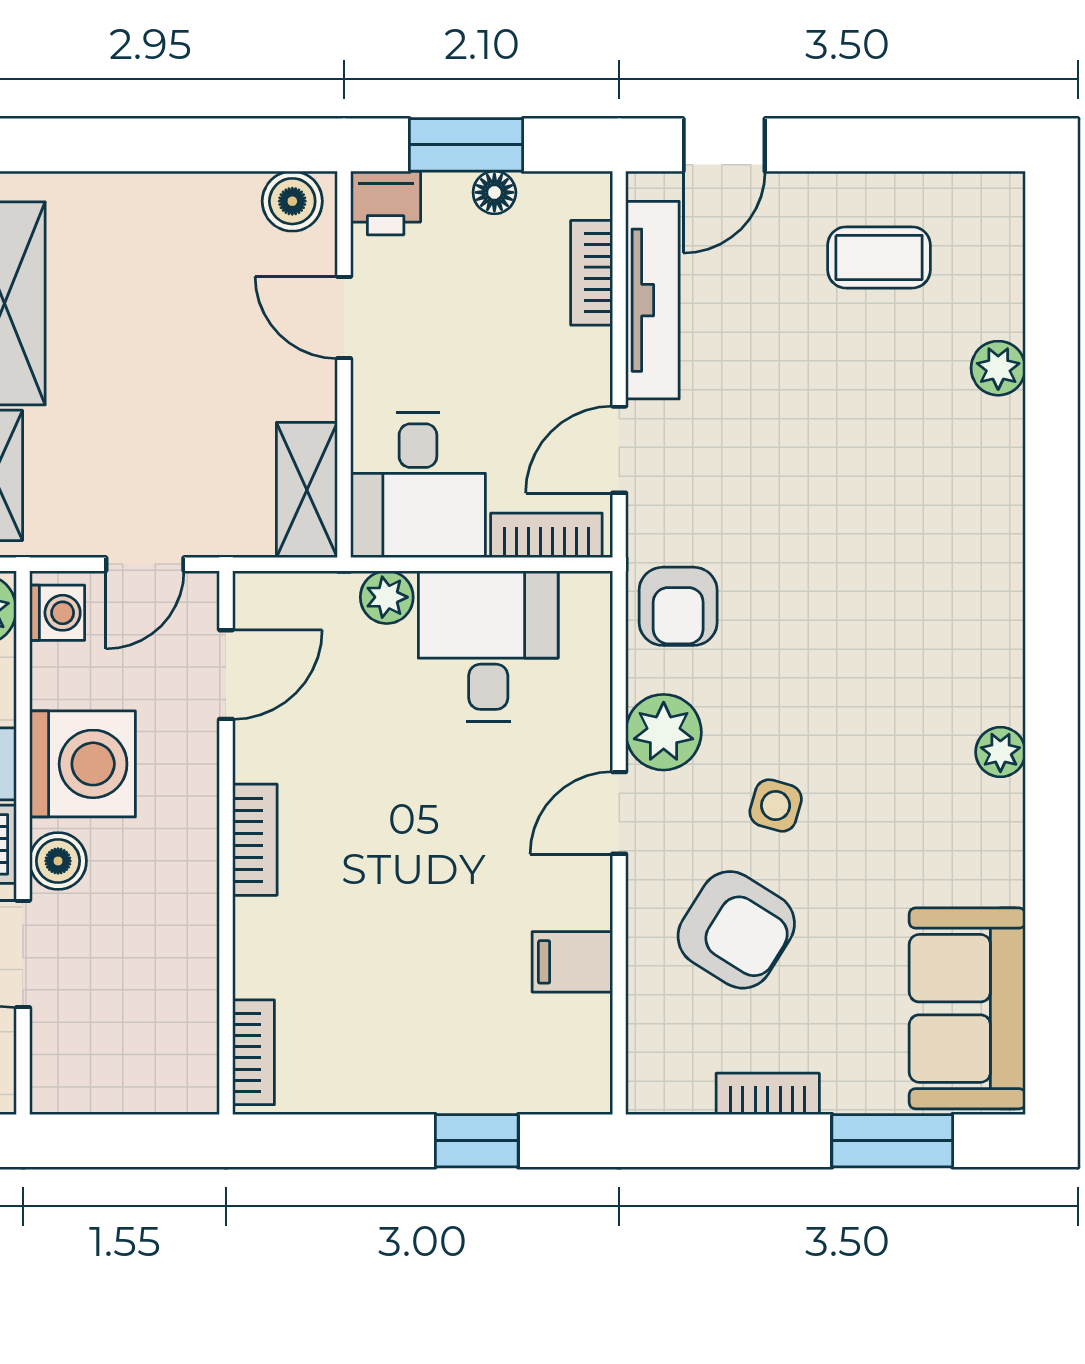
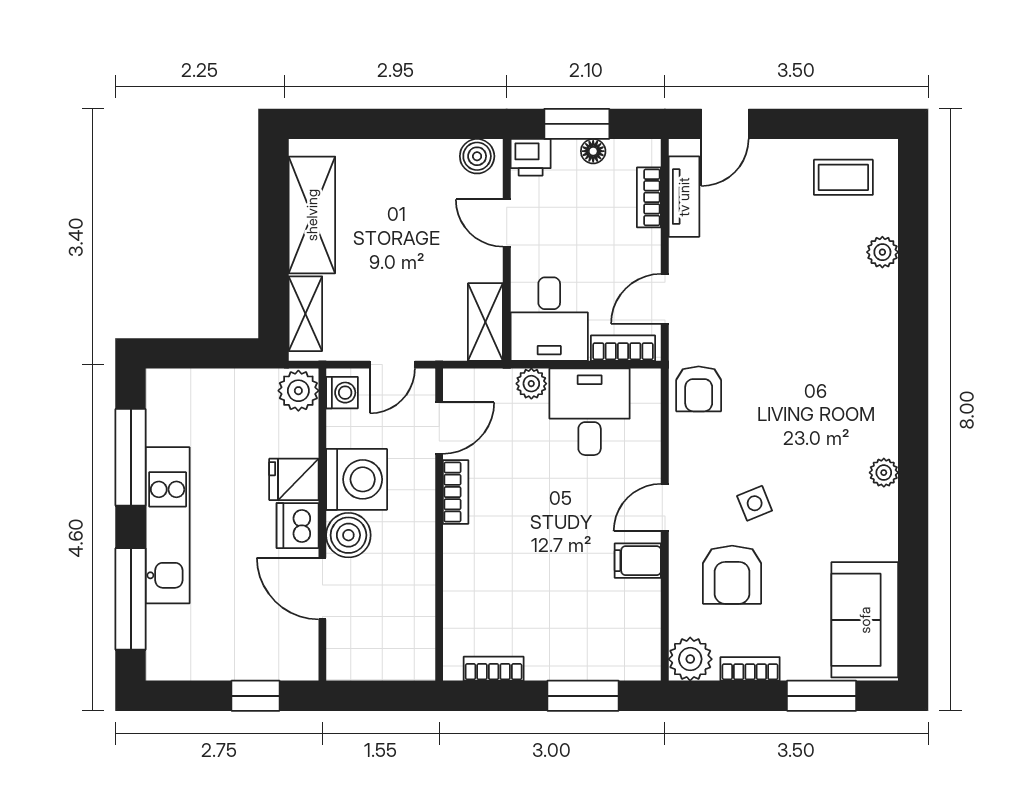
coffee table: (879, 257) -> (843, 177), moved
tv unit: (652, 300) -> (684, 197), width x0.71
plant: (664, 732) -> (690, 659), moved
side table: (776, 805) -> (755, 503), turned -38
bookcase: (255, 840) -> (456, 492), moved
boiler: (58, 861) -> (348, 535), width x1.36, depth x1.36
armchair: (736, 930) -> (732, 575), turned 58
filing cabinet: (572, 962) -> (638, 561), moved
bookcase: (254, 1052) -> (494, 669), moved, turned -90
window: (477, 1141) -> (583, 696), width x1.50

